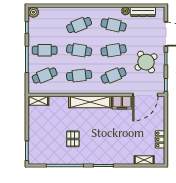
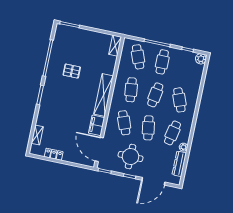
round table: (146, 62) -> (131, 157), turned 34

